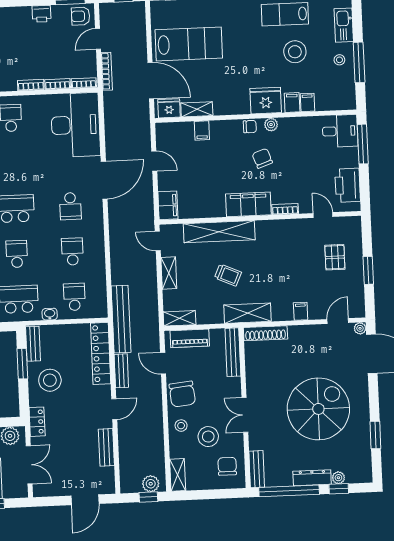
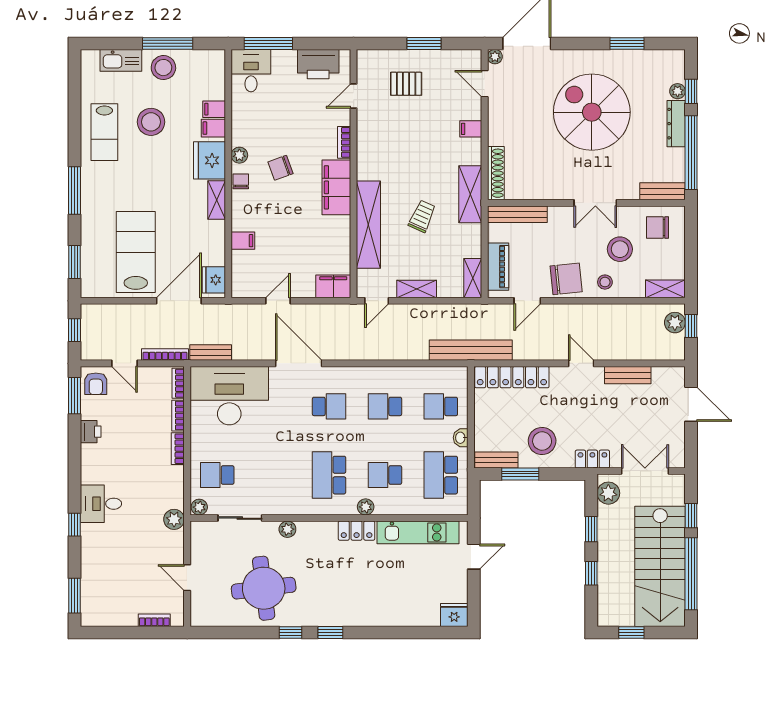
stool: (339, 60) -> (163, 68), width x1.89, depth x1.89
shelving: (197, 109) -> (217, 200), moved
bench: (121, 371) -> (211, 353), moved

